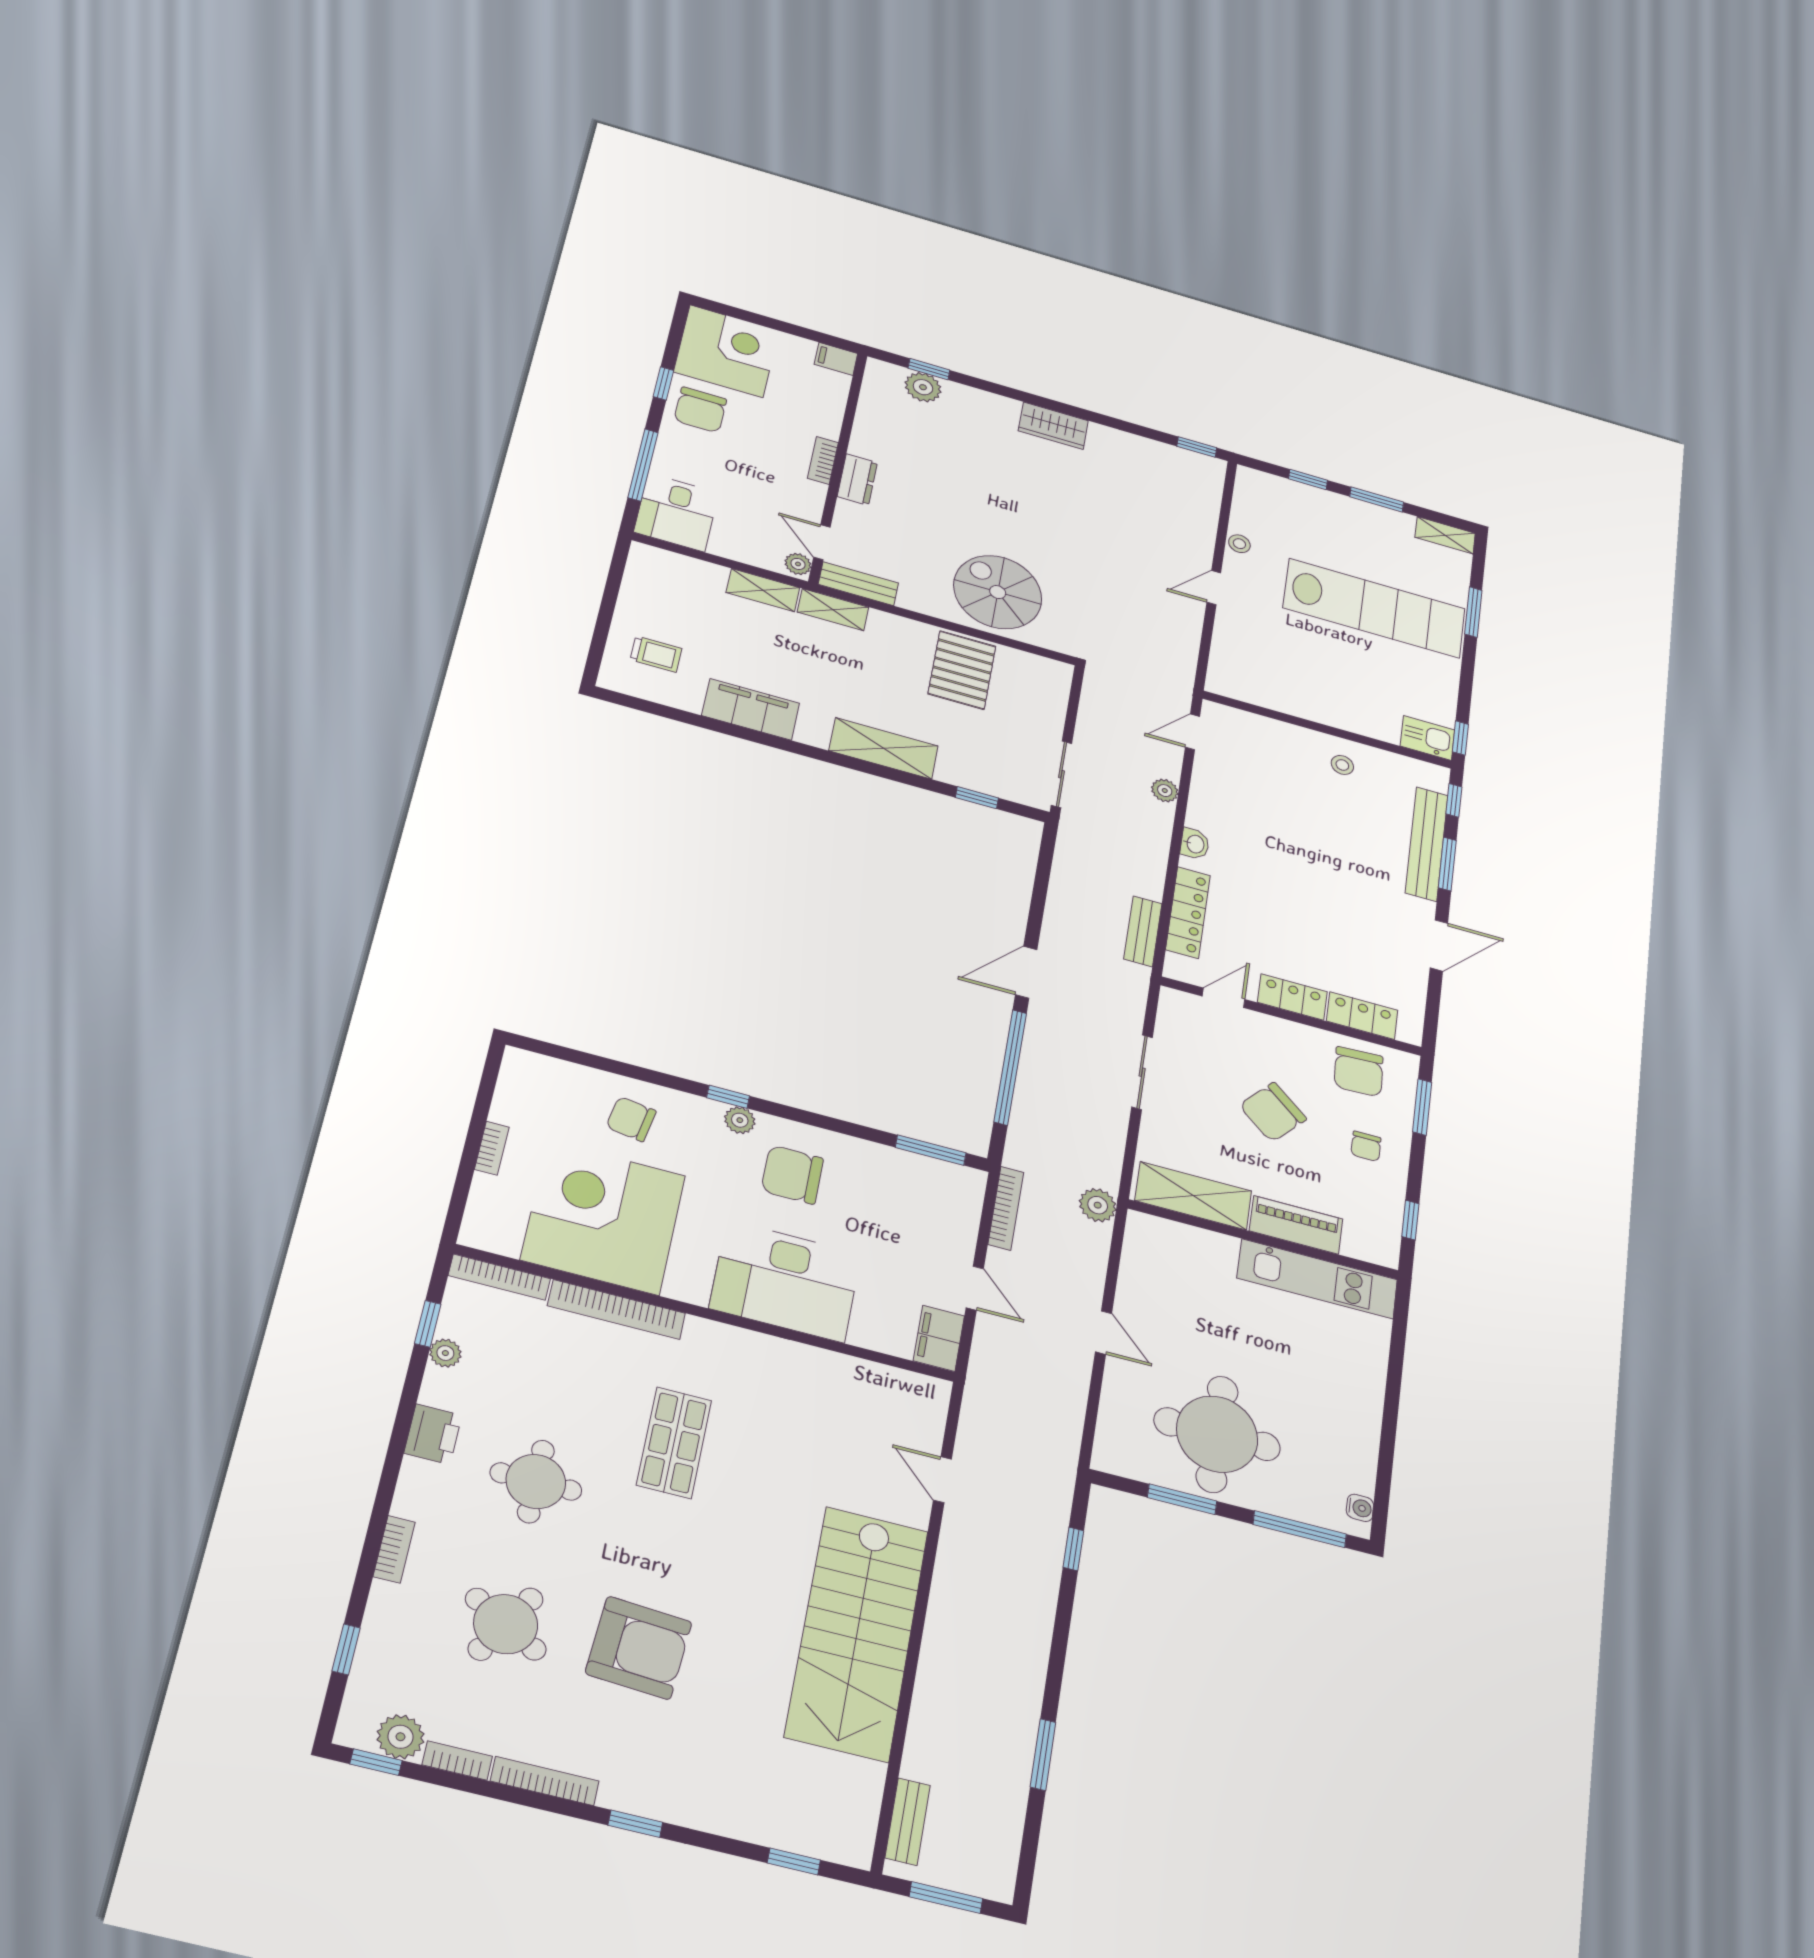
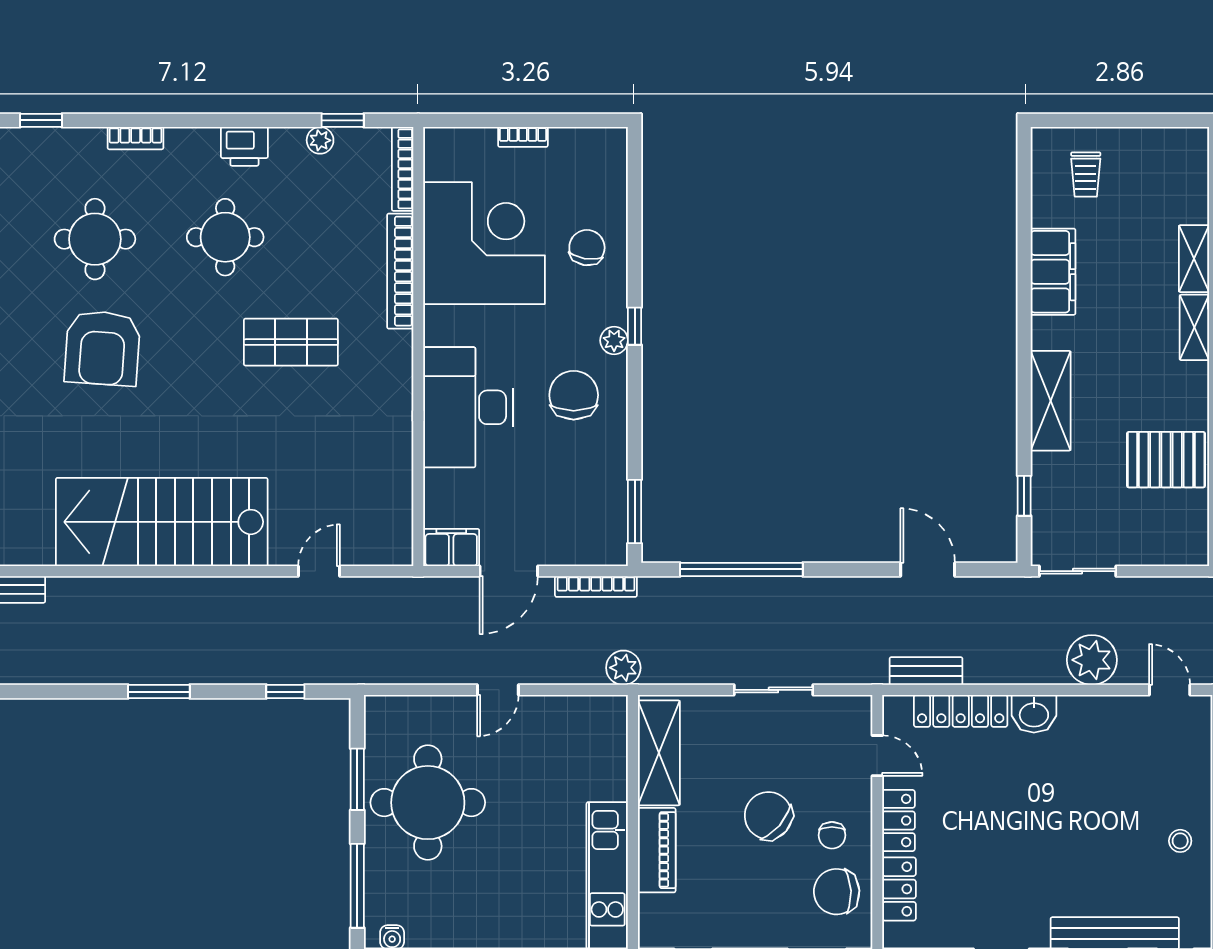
plant: (1165, 791) -> (1092, 660), width x1.87, depth x1.87
washbasin: (1195, 844) -> (1034, 714), width x1.38, depth x1.45
door: (1026, 972) -> (928, 569), moved
chair: (1366, 1146) -> (832, 835), moved, turned -90
door: (975, 1288) -> (509, 571), width x1.38
round table: (506, 1624) -> (95, 239), turned -30
window: (1043, 1755) -> (159, 692), moved

